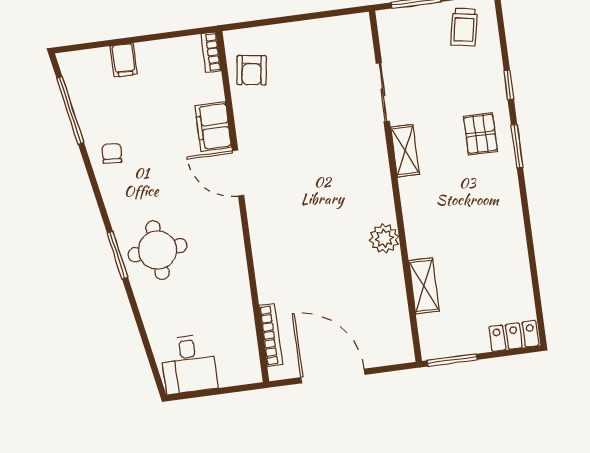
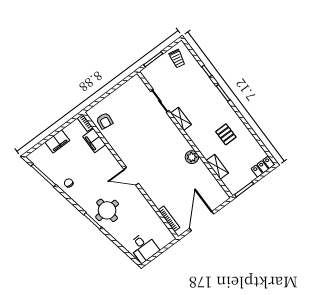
filing cabinet: (124, 60) -> (57, 141), width x2.00
filing cabinet: (213, 126) -> (94, 141), moved
pallet: (480, 134) -> (226, 134), moved
door: (238, 173) -> (131, 176), moved
door: (333, 376) -> (202, 221), hinge flipped

